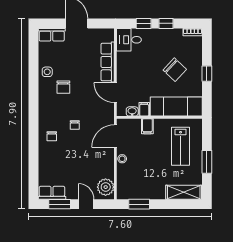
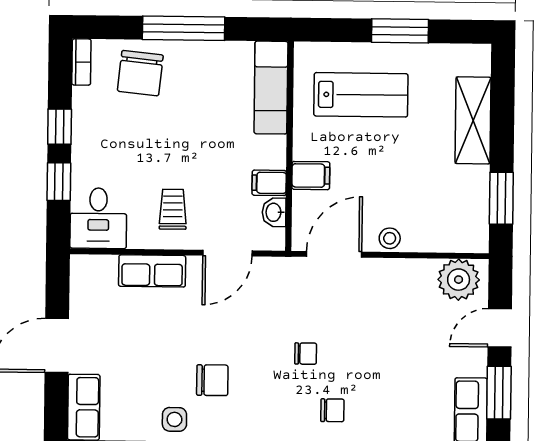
row of seats: (108, 62) -> (152, 271), width x0.68
trolley: (133, 70) -> (173, 209), added
chair: (175, 70) -> (140, 73), moved, turned 143
window: (207, 74) -> (184, 28), width x2.17
exam couch: (176, 107) -> (271, 88), width x0.73, depth x0.69
door: (115, 136) -> (334, 254), swing flipped
shelving: (184, 192) -> (473, 120), moved

